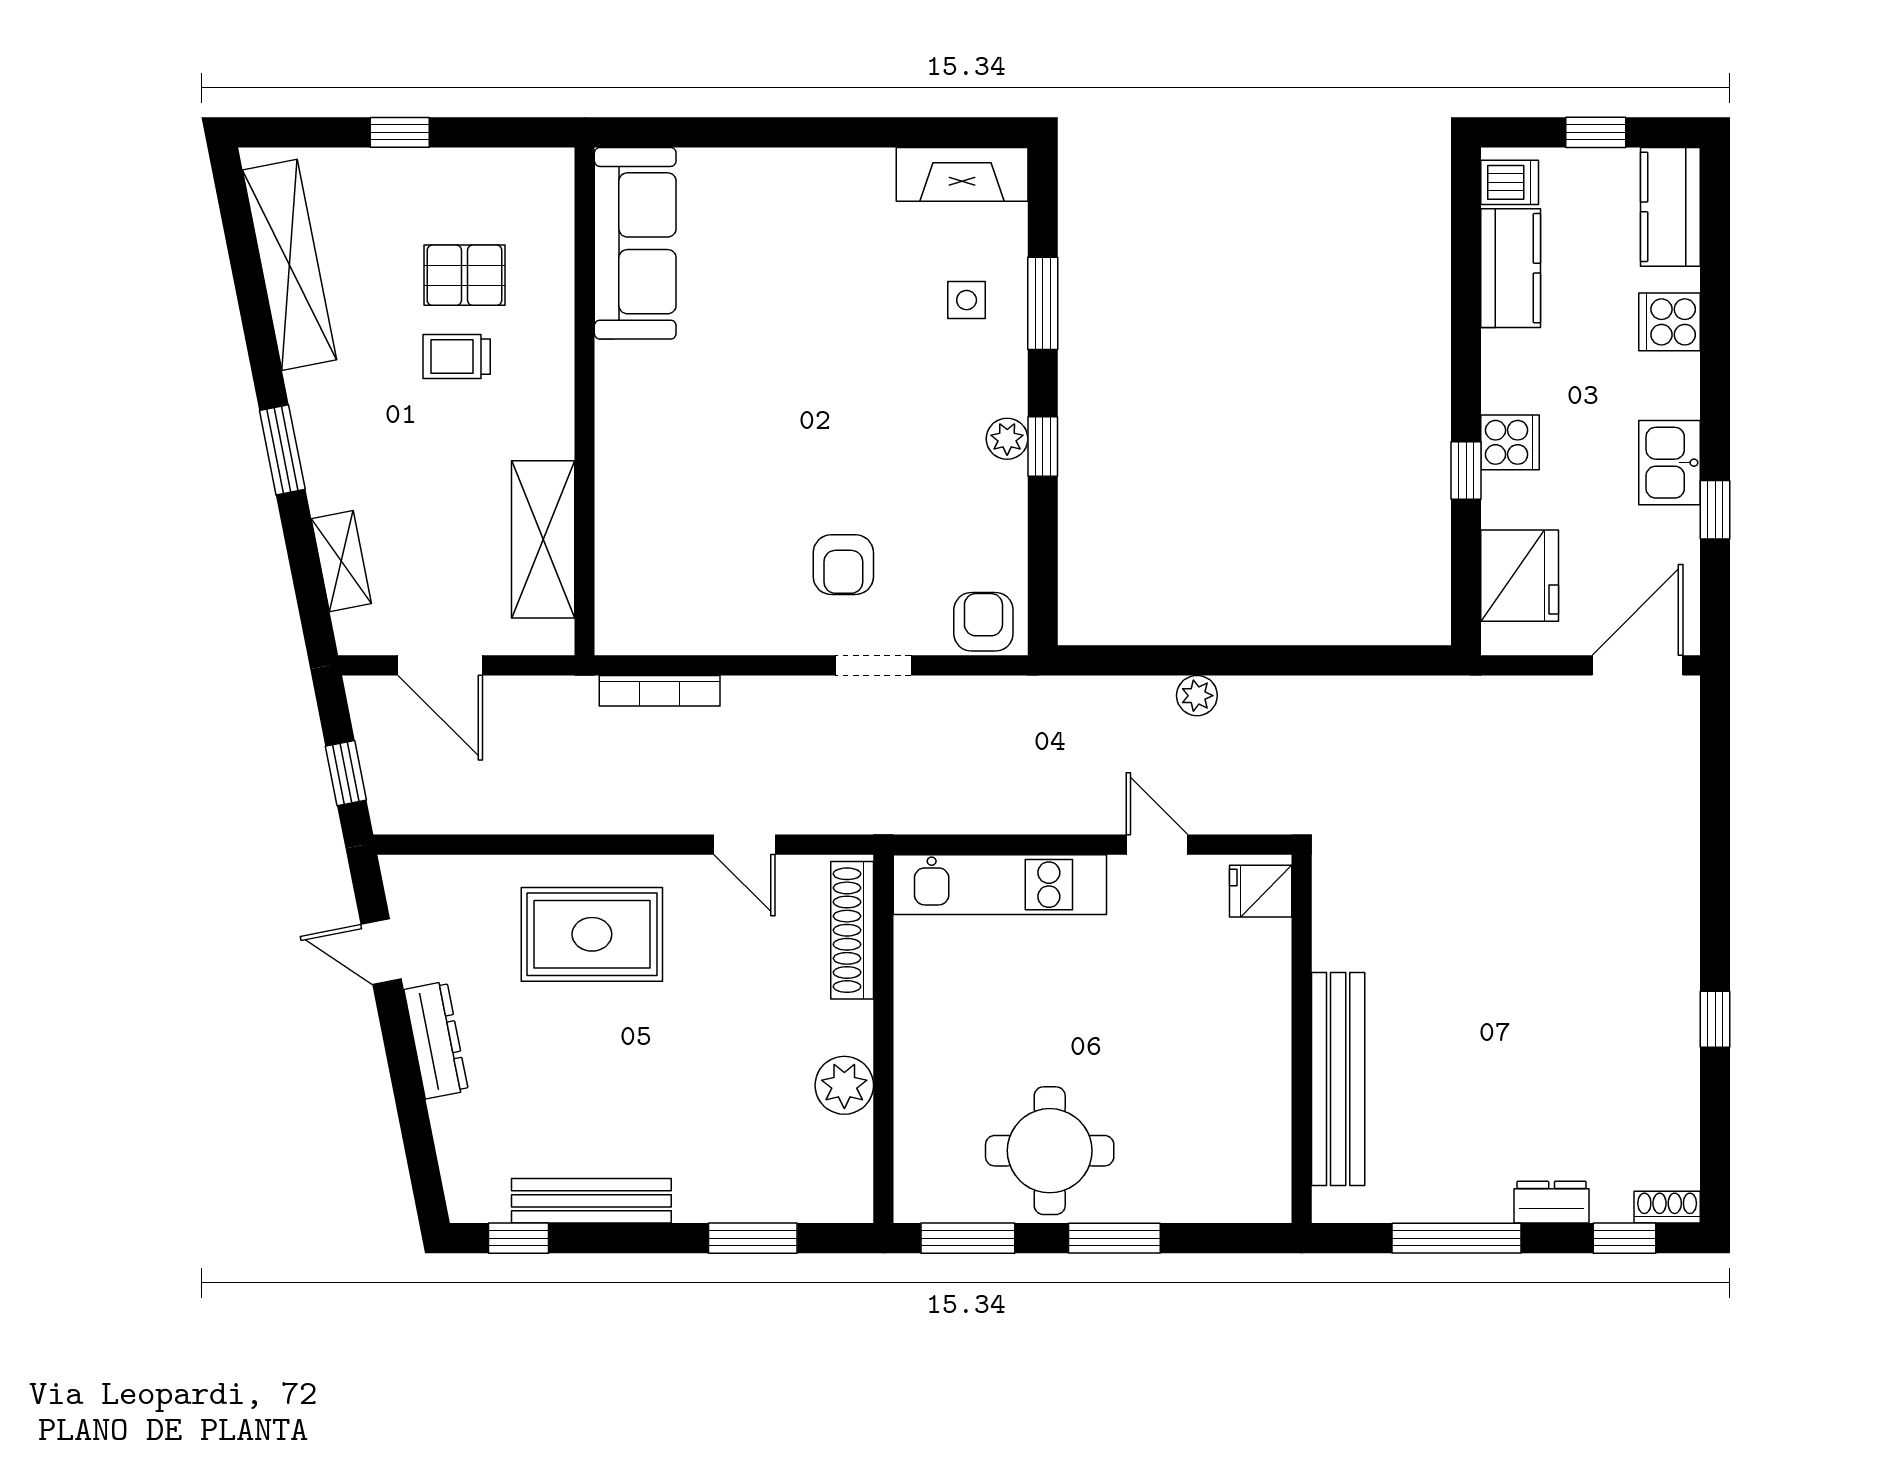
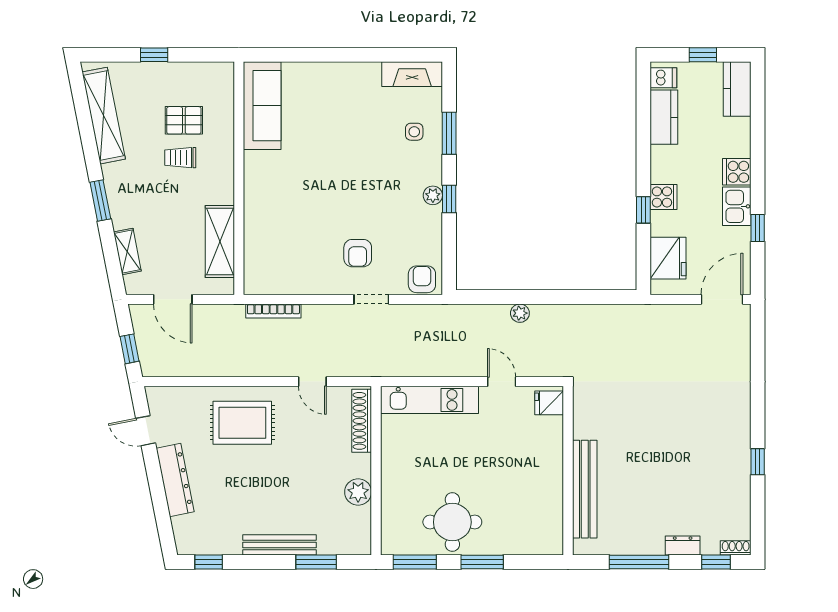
cooker: (1669, 322) -> (737, 172), moved
dresser: (436, 1040) -> (175, 480), width x1.37, depth x1.24
bench: (591, 1201) -> (280, 545), moved

